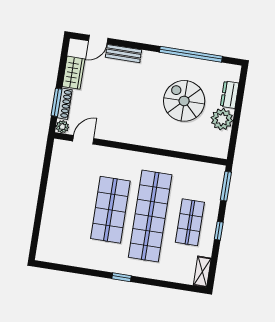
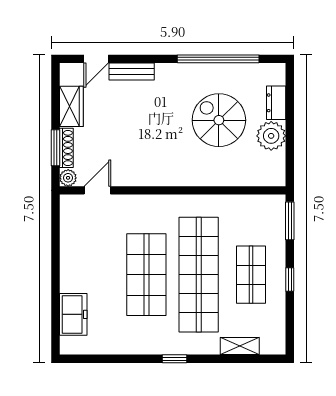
freezer: (50, 231) -> (73, 314), added
shelving: (202, 272) -> (240, 346), moved, turned 90

